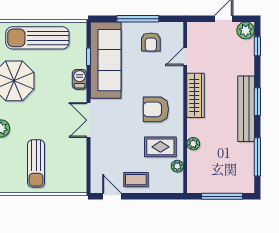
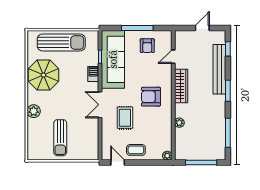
plant: (246, 30) -> (219, 37), removed
sun lounger: (37, 38) -> (61, 42), turned 180
bench: (246, 109) -> (219, 69), moved
rug: (160, 147) -> (125, 118), moved, turned 90
plant: (177, 166) -> (167, 156), moved

